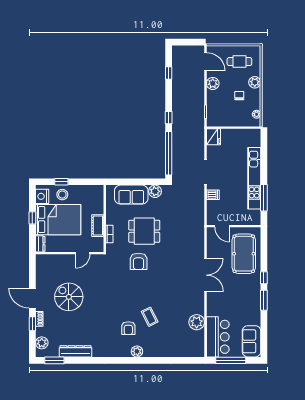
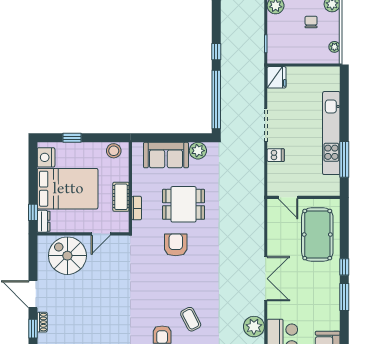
stool: (62, 195) -> (114, 151), moved
window: (32, 218) -> (33, 212), moved
armchair: (139, 261) -> (176, 245), turned 180
double door: (205, 275) -> (266, 279), moved
spiral stairs: (69, 297) -> (67, 256), moved

